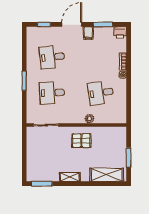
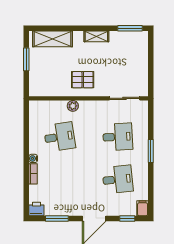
filing cabinet: (88, 33) -> (143, 208), moved

